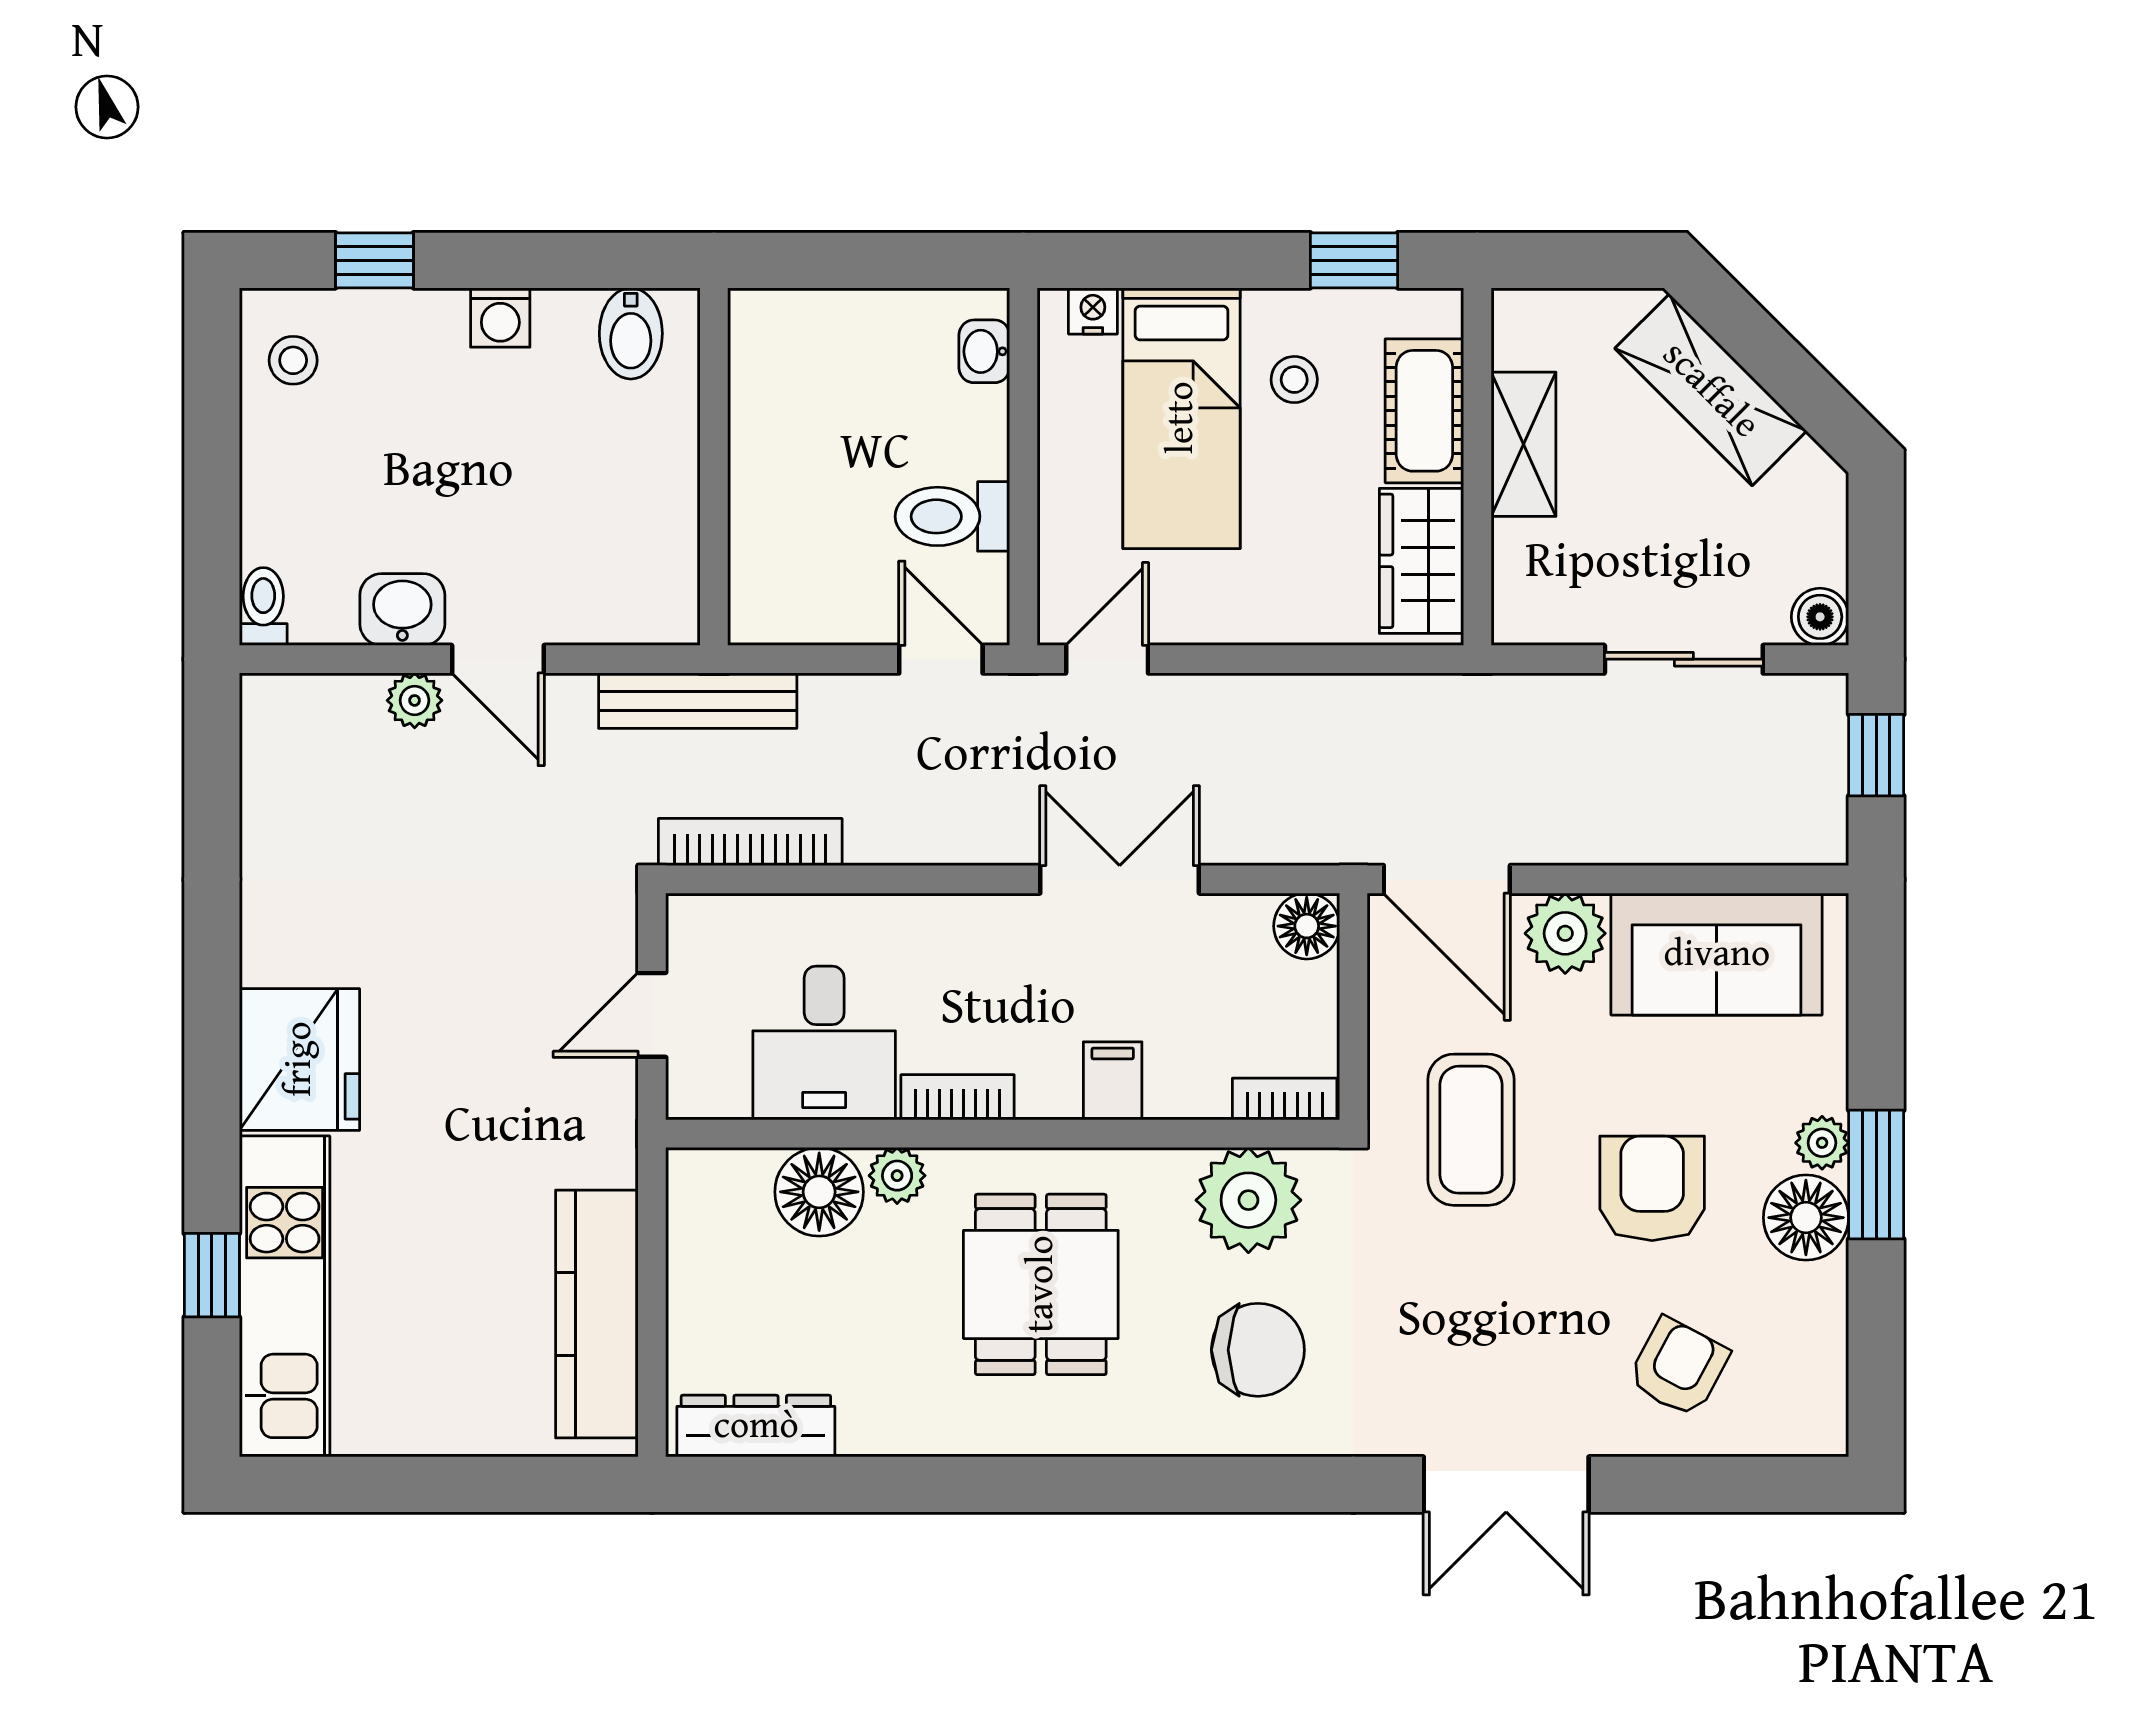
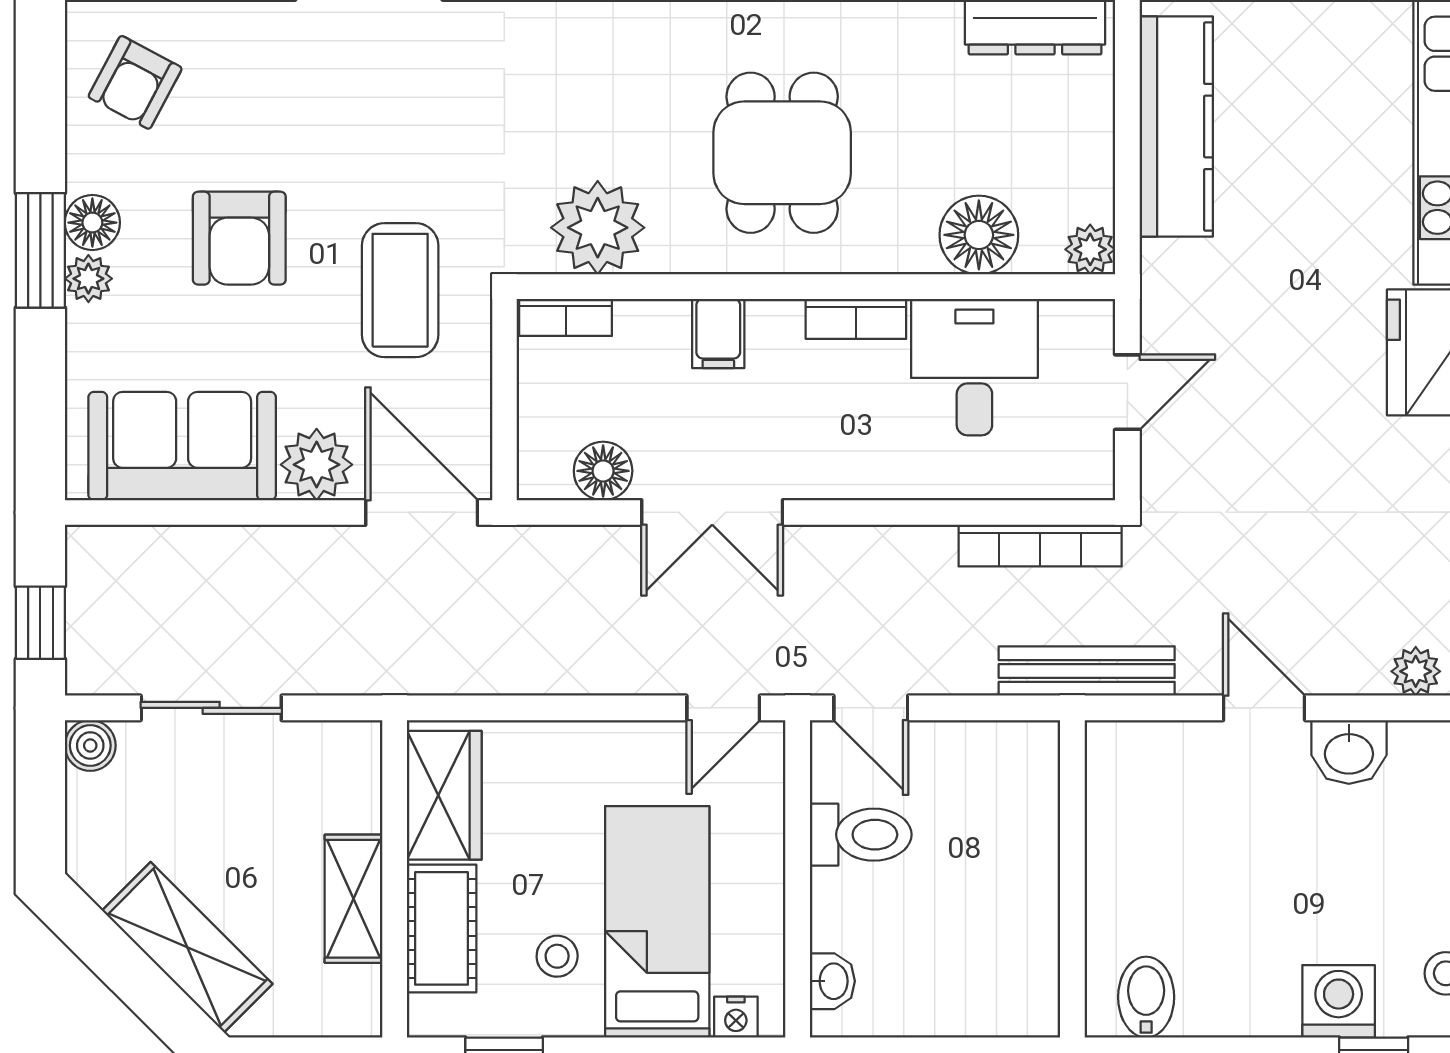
washing machine: (500, 318) -> (1339, 1001), moved, width x1.38, depth x1.38
plant: (415, 700) -> (1416, 671), moved
floor lamp: (1307, 926) -> (603, 471), moved
plant: (897, 1176) -> (1090, 249), moved
floor lamp: (1806, 1218) -> (92, 223), width x0.73, depth x0.73
chair: (1258, 1350) -> (589, 95), removed
armchair: (1678, 1367) -> (135, 82), moved

